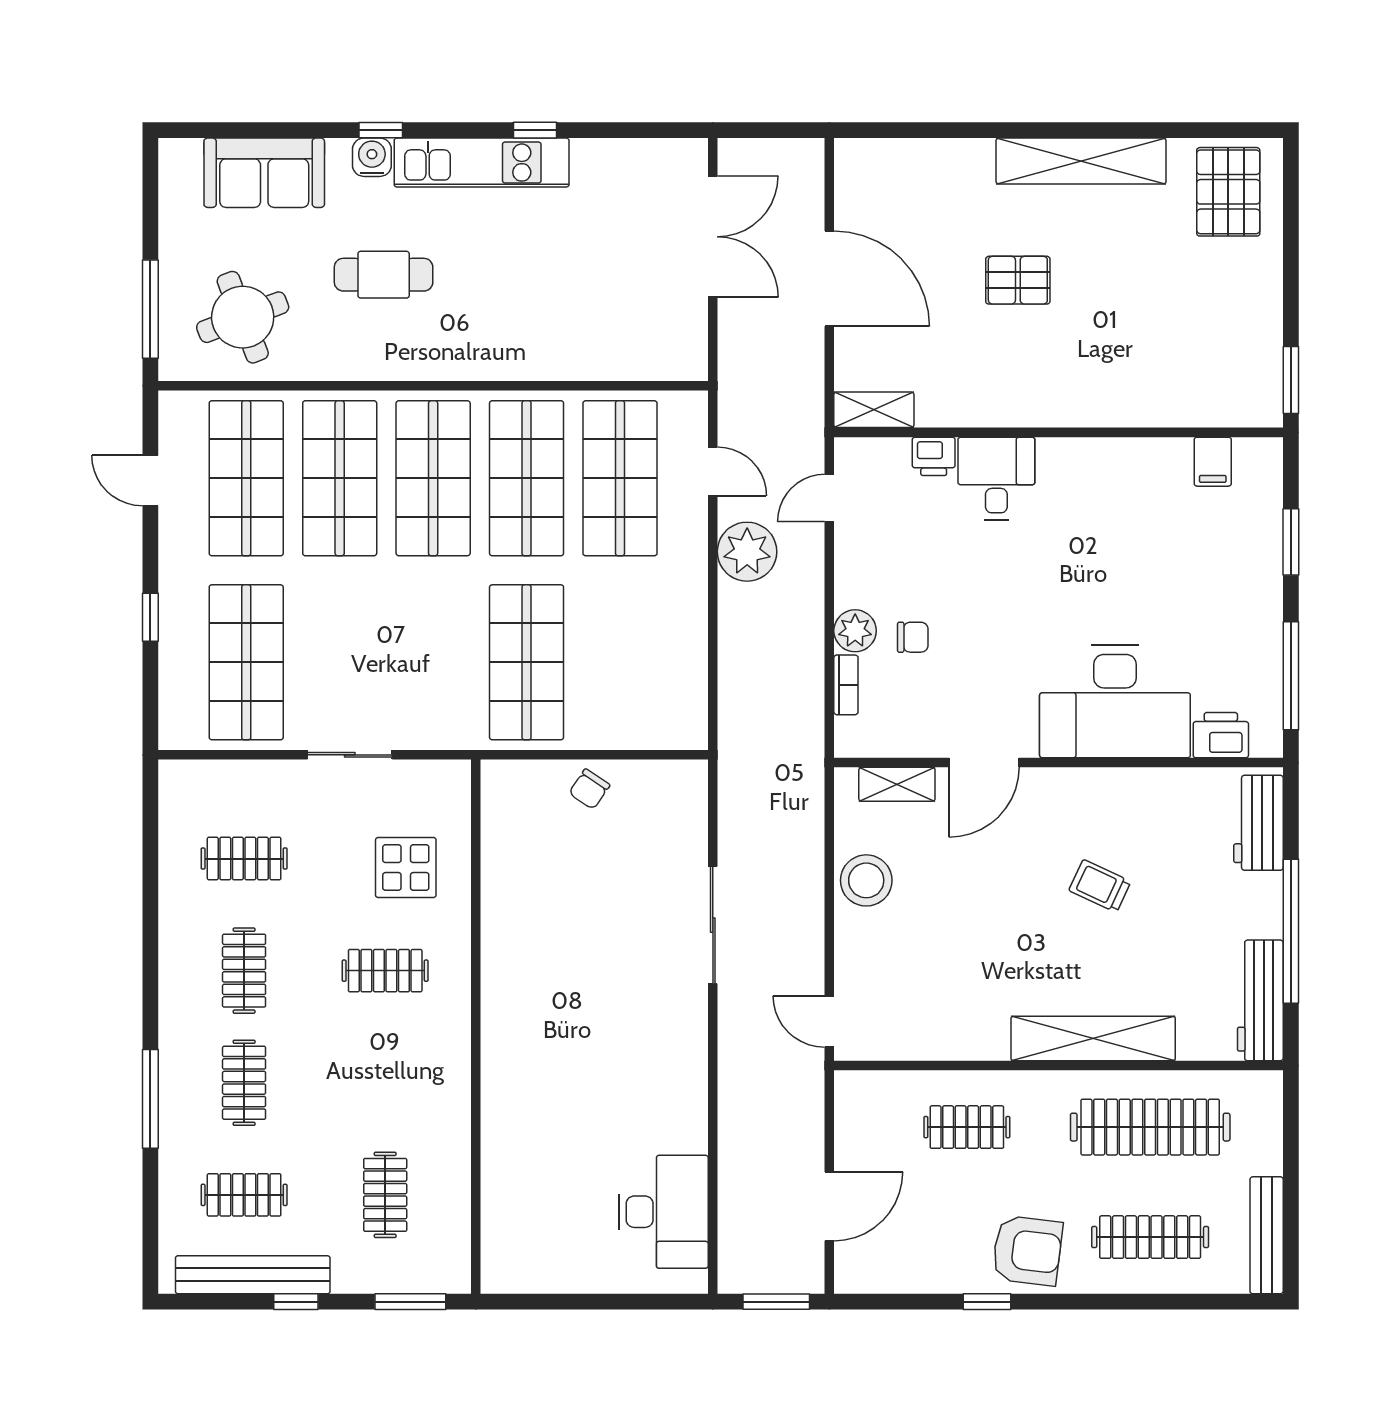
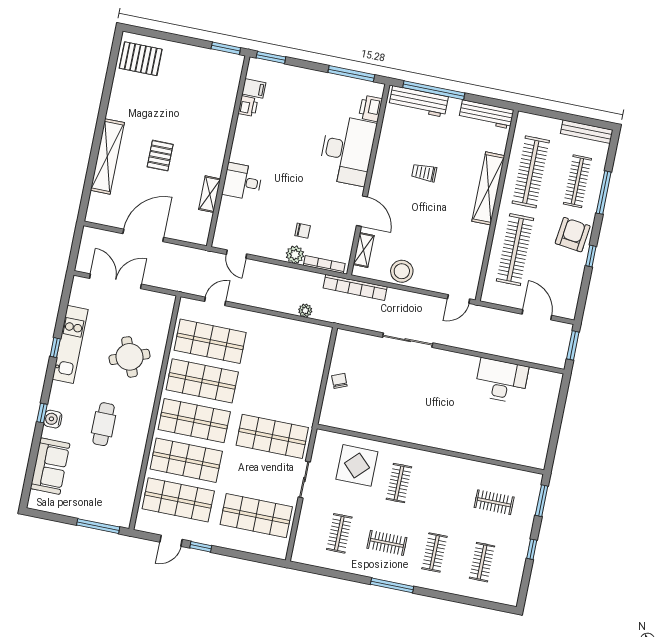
shelving: (1081, 161) -> (107, 156), moved
kitchen unit: (482, 163) -> (70, 344), moved
round table: (243, 317) -> (129, 357), moved
shelving: (874, 410) -> (210, 194), moved
printer: (934, 456) -> (248, 106), moved
window: (1291, 542) -> (271, 57), moved
plant: (747, 552) -> (305, 310), moved, width x0.53, depth x0.53
window: (150, 617) -> (201, 547), moved
chair: (913, 637) -> (303, 231), turned 90
shop shelf: (527, 662) -> (272, 436), moved
bookcase: (846, 685) -> (324, 265), width x1.56
bookcase: (808, 782) -> (355, 287), added
chair: (589, 789) -> (339, 381), turned -146
workbench: (1258, 823) -> (418, 101), width x1.38
display table: (406, 868) -> (357, 465), width x1.36, depth x1.36
trolley: (1100, 886) -> (424, 173), turned 65
window: (1291, 931) -> (434, 90), moved
clothes rail: (244, 1083) -> (434, 552), turned 90
window: (150, 1099) -> (392, 585), moved
clothes rail: (967, 1127) -> (515, 250), width x1.86, depth x1.31
desk: (664, 1212) -> (501, 381), moved
bench: (253, 1275) -> (517, 565), removed
window: (1137, 1302) -> (604, 193), added

